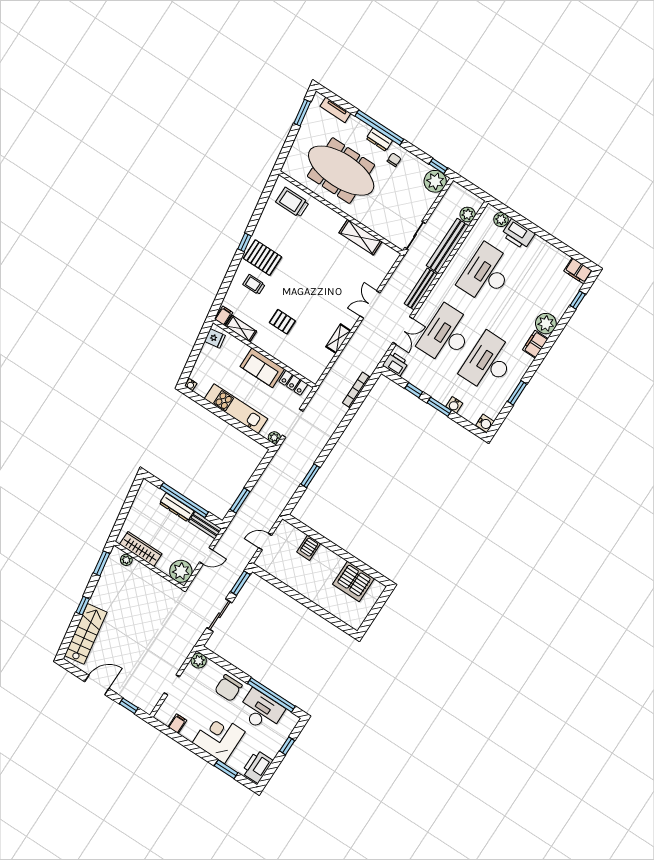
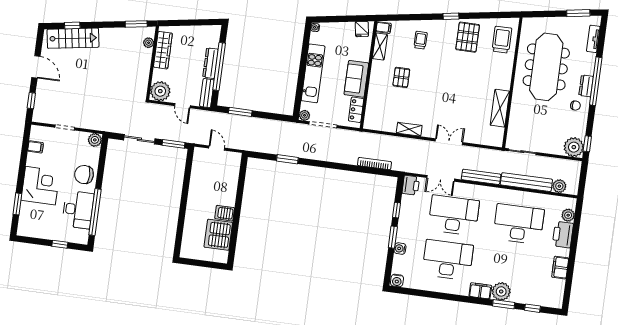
pallet: (263, 258) -> (468, 37), moved
filing cabinet: (578, 271) -> (560, 268), moved
window: (517, 393) -> (504, 304), moved
server rack: (309, 548) -> (225, 213), moved
window: (83, 606) -> (72, 25), moved
printer: (257, 767) -> (31, 228), removed

